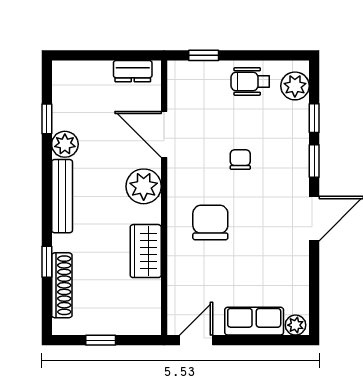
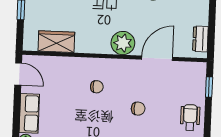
chair: (210, 222) -> (97, 87), width x0.54, depth x0.54
wardrobe: (146, 251) -> (56, 42), moved

